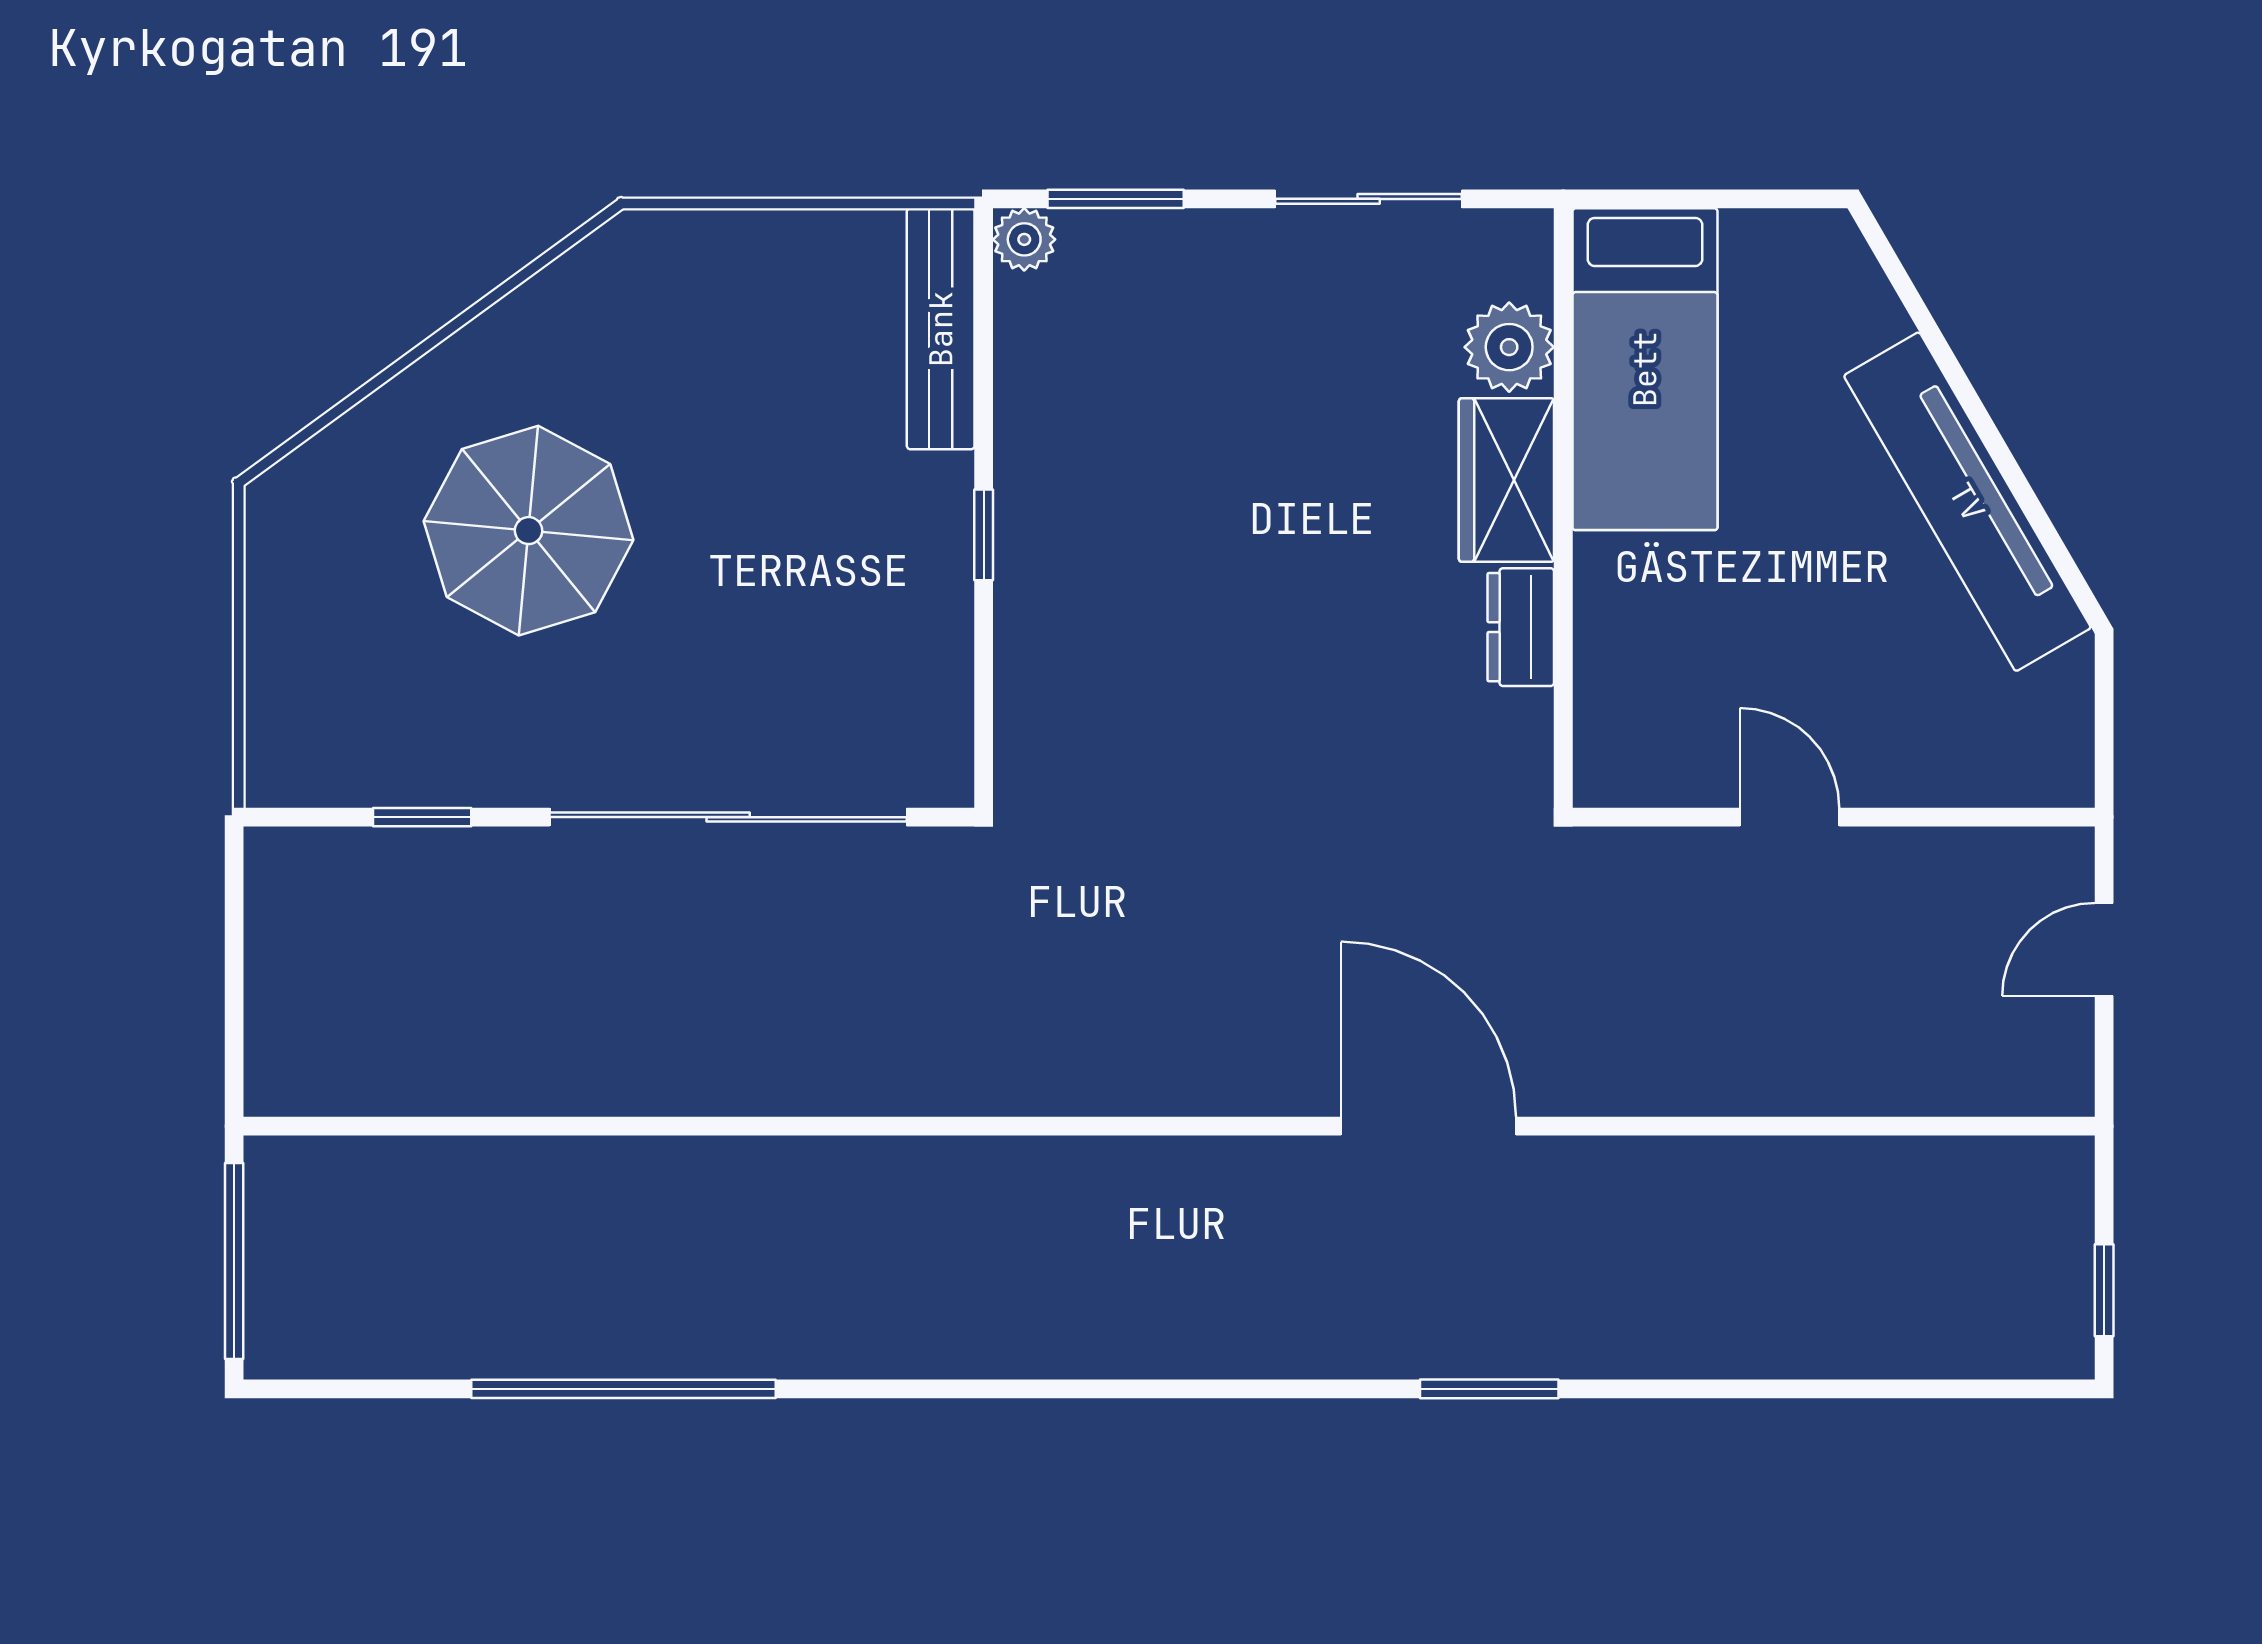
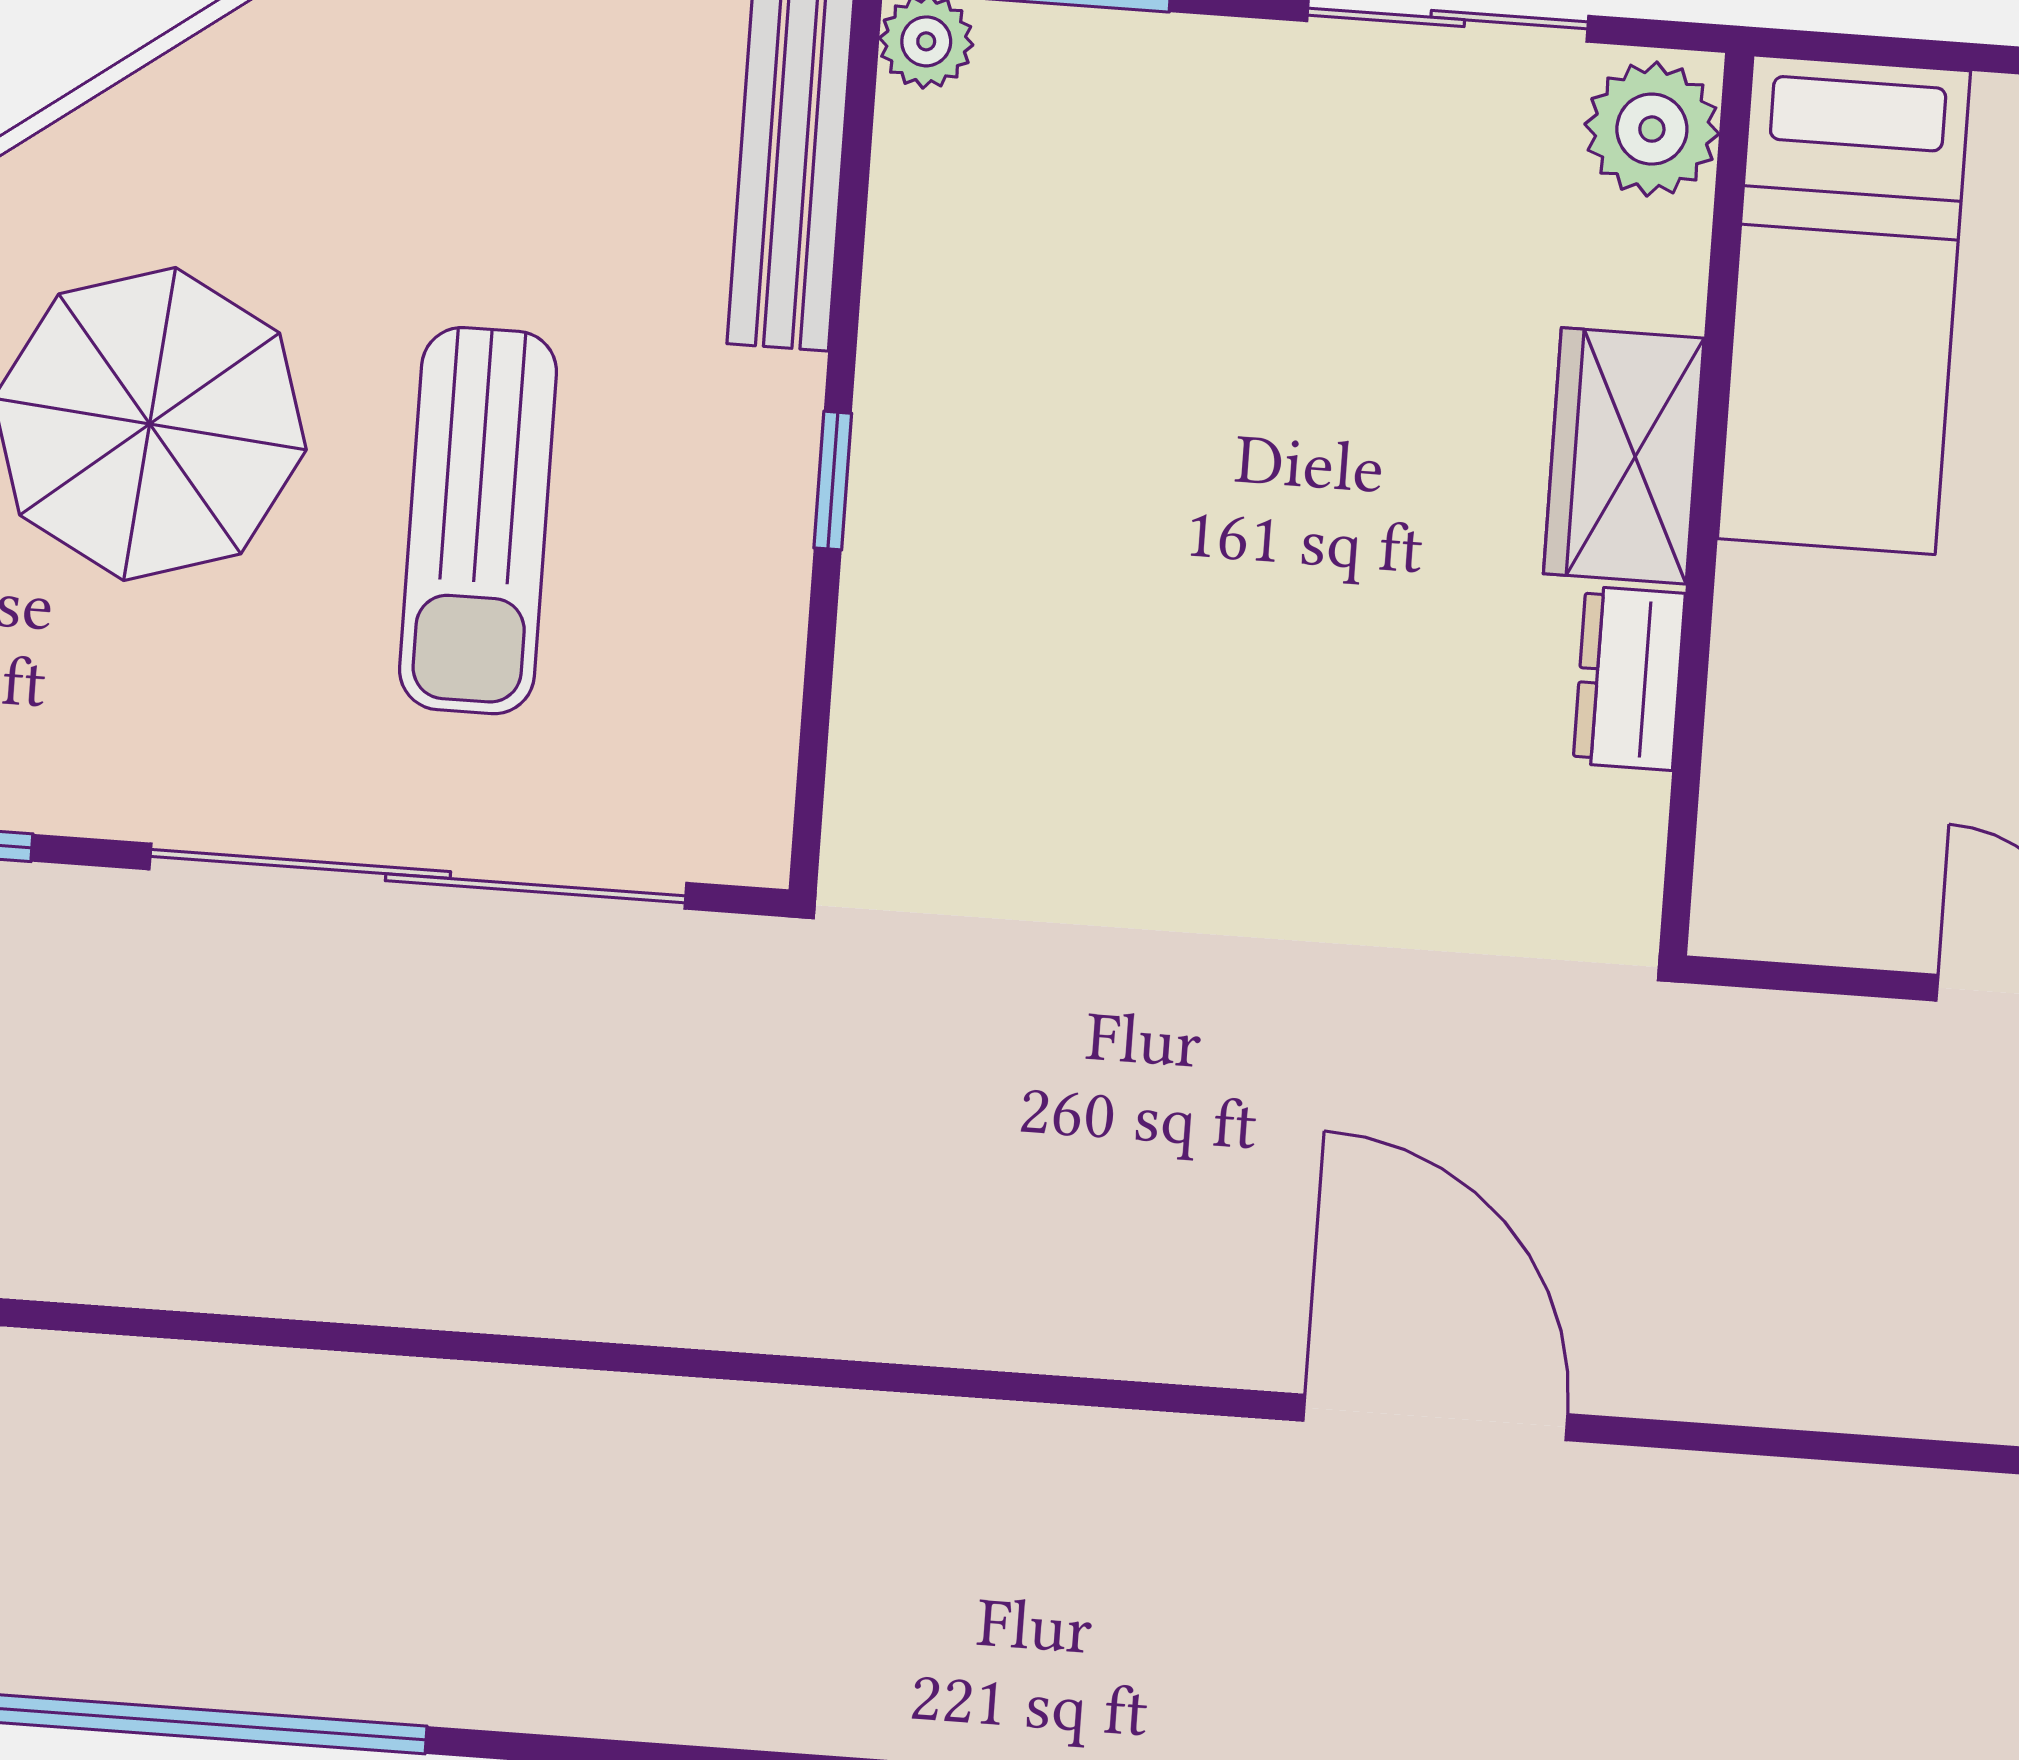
plant: (1509, 347) -> (1652, 129), moved
sun lounger: (751, 579) -> (478, 521), added

